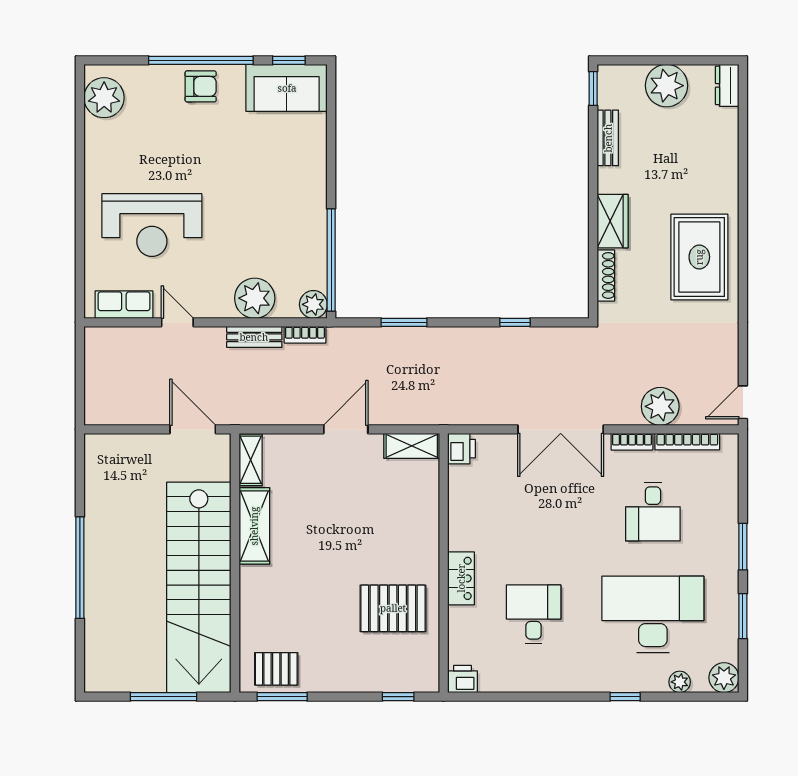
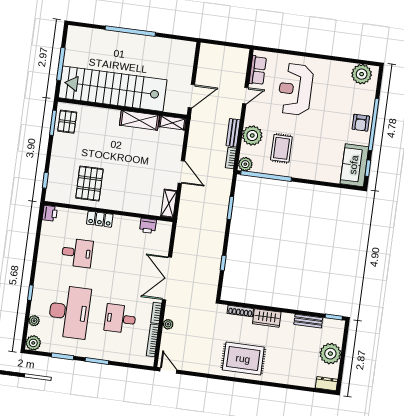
rug: (272, 237) -> (281, 148), added
plant: (660, 406) -> (168, 324), width x0.53, depth x0.53
printer: (461, 449) -> (148, 226), moved

